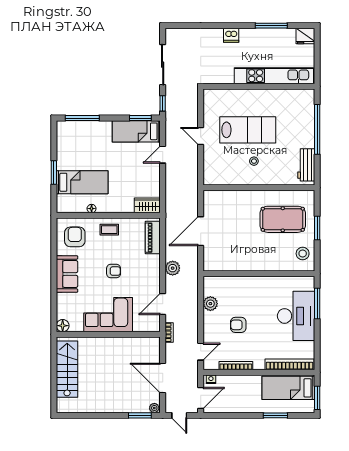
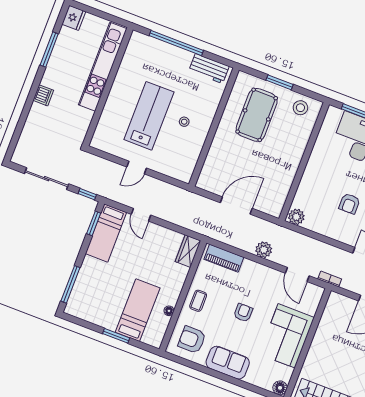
door: (201, 231) -> (236, 206), swing flipped
plant: (210, 304) -> (296, 217), moved

